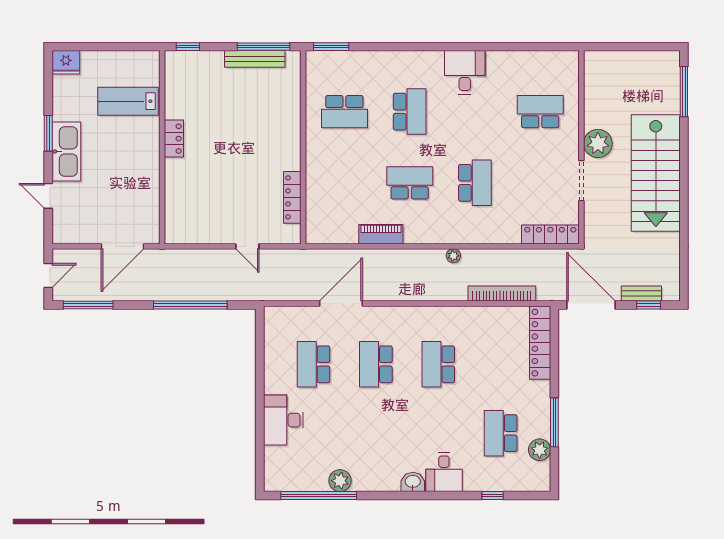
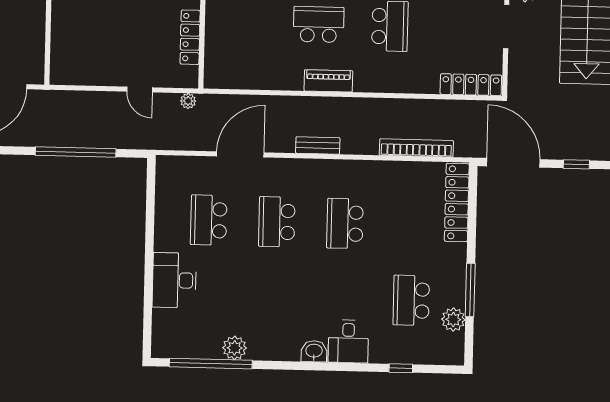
piano: (381, 234) -> (328, 81), moved
plant: (453, 256) -> (188, 101), moved
bench: (641, 294) -> (318, 145), moved

